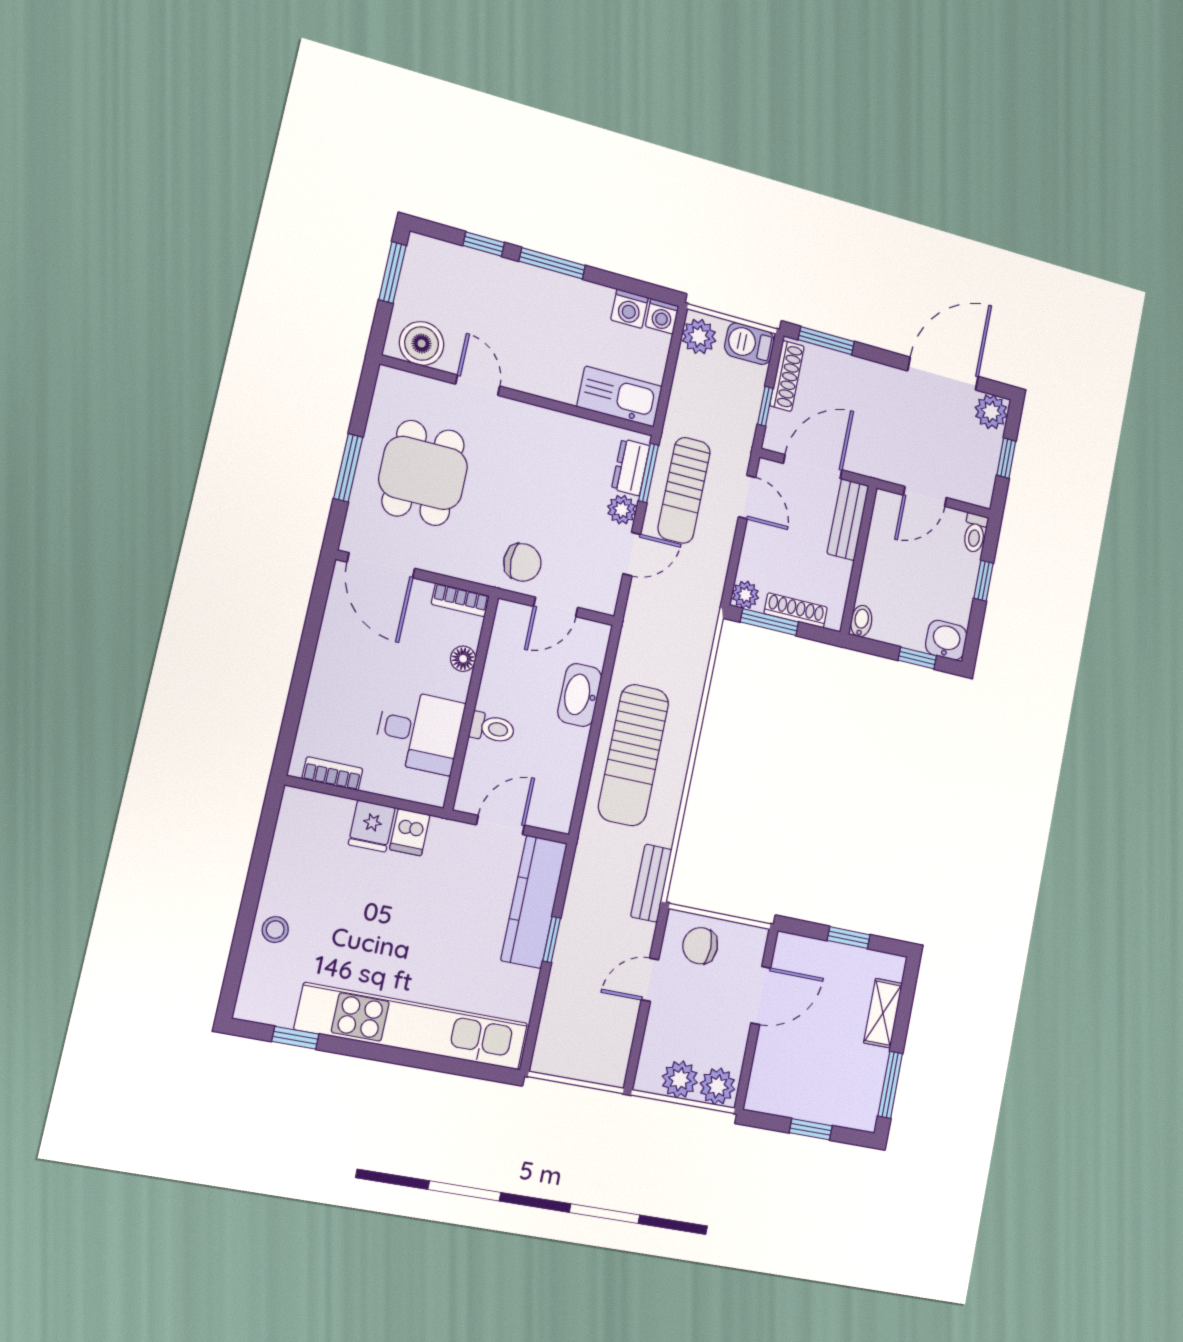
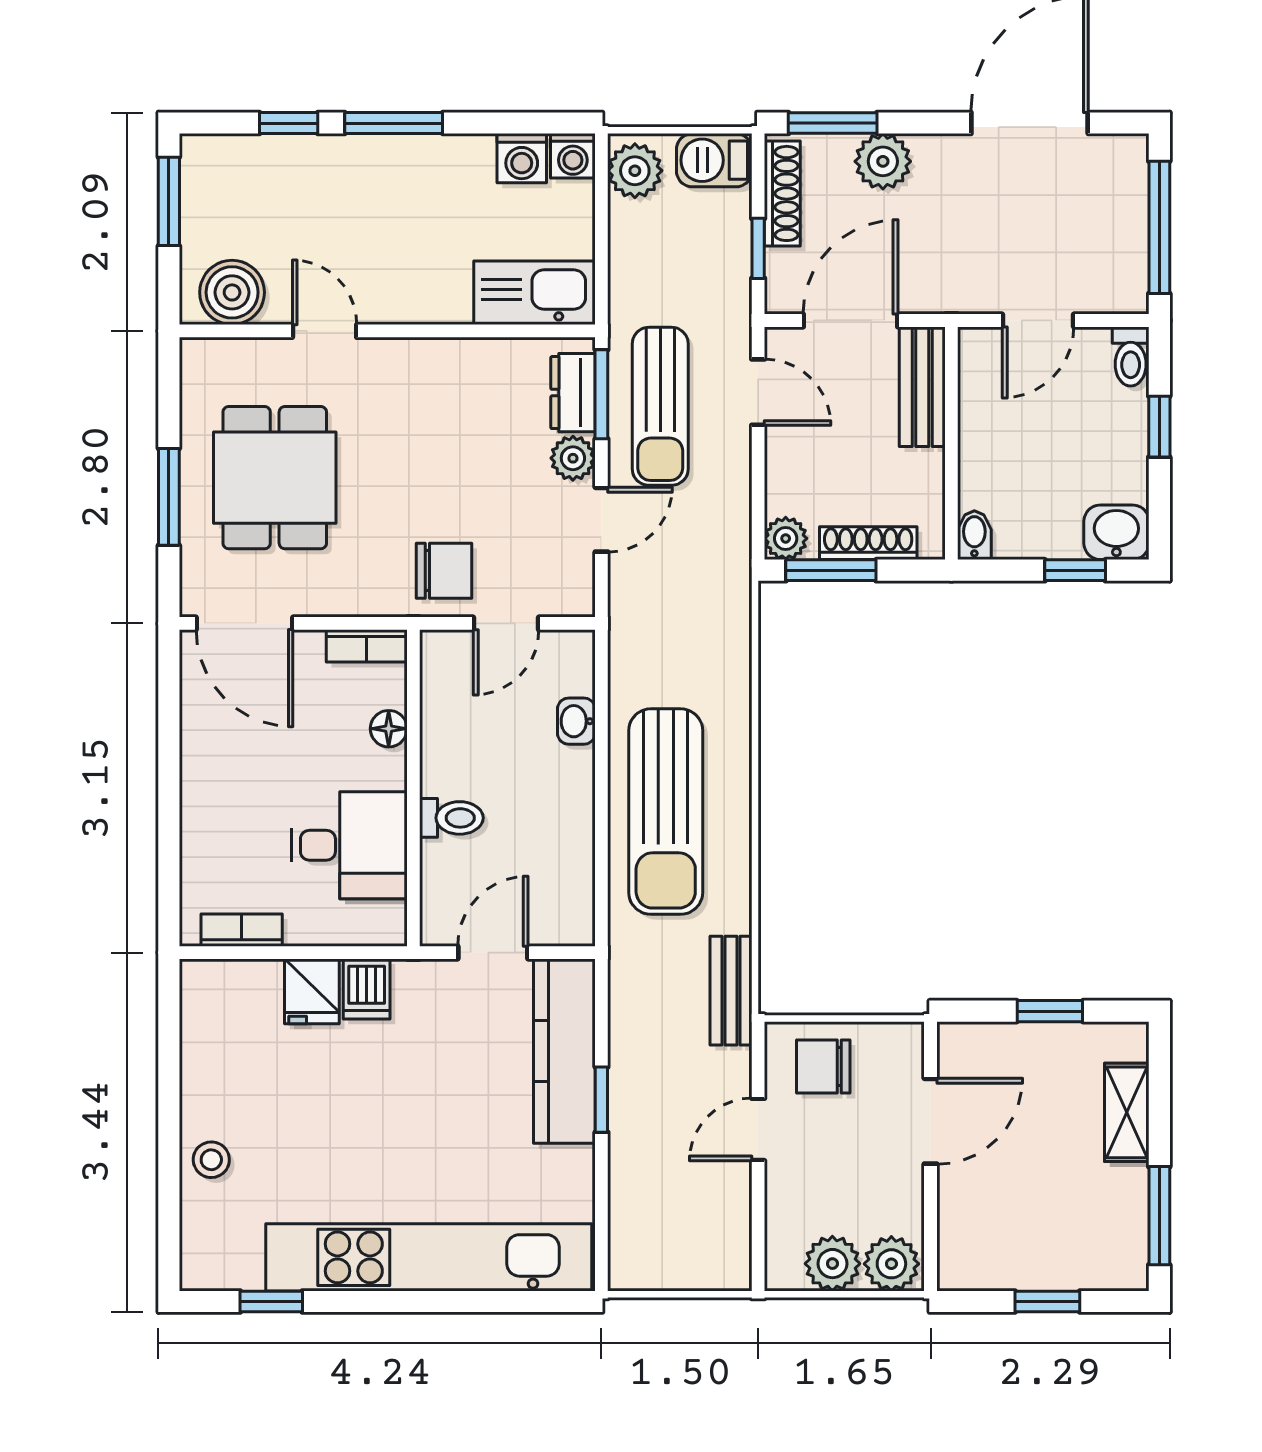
plant: (991, 412) -> (883, 161), moved
window: (1006, 458) -> (1159, 227), width x2.17
washbasin: (580, 695) -> (576, 721), width x0.52, depth x0.69

